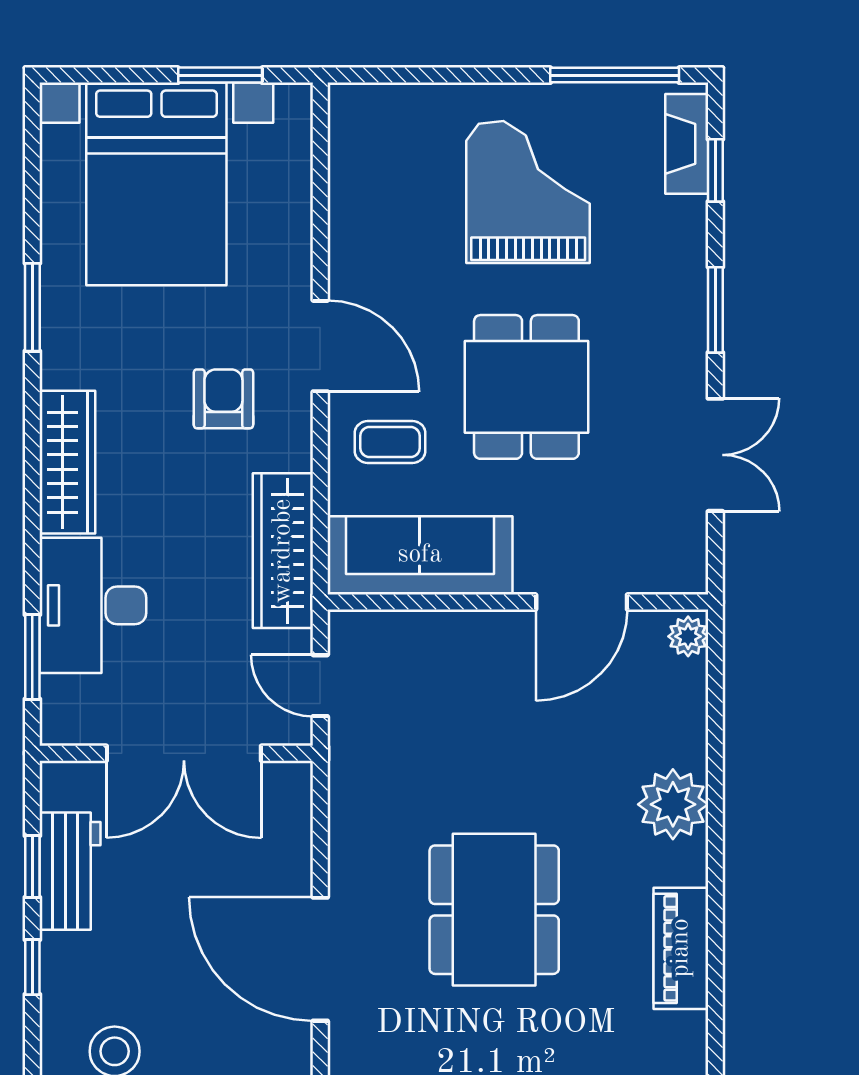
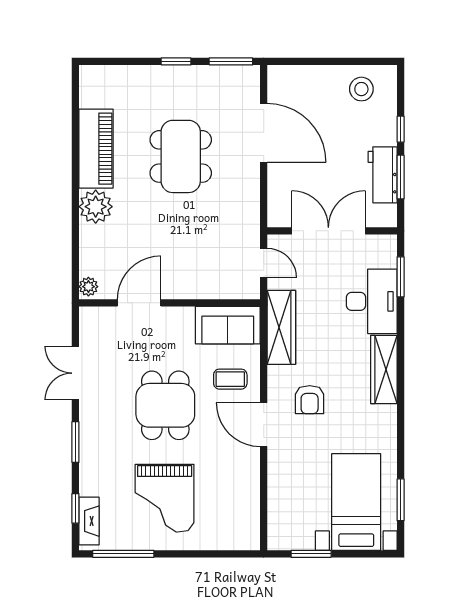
bed with nightstands: (156, 184) -> (356, 502), width x0.73
window: (32, 307) -> (401, 500), moved
sofa: (420, 555) -> (228, 325), width x0.73
window: (32, 867) -> (401, 177), width x1.50
piano: (681, 948) -> (96, 149), width x1.37, depth x1.33

